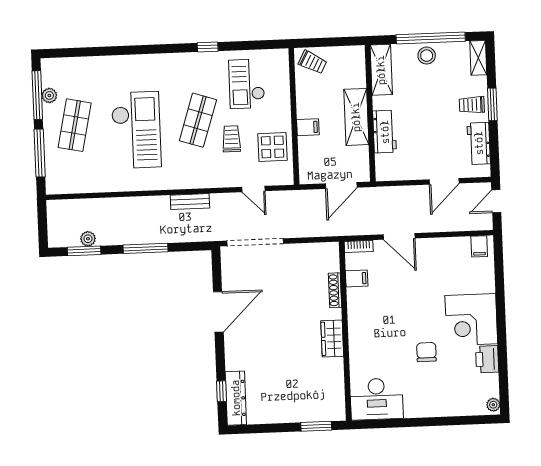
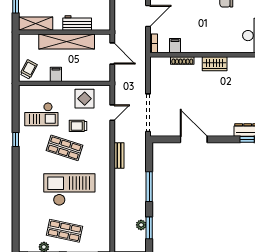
shelving: (356, 117) -> (67, 42), width x1.47
filing cabinet: (308, 127) -> (56, 74), moved

